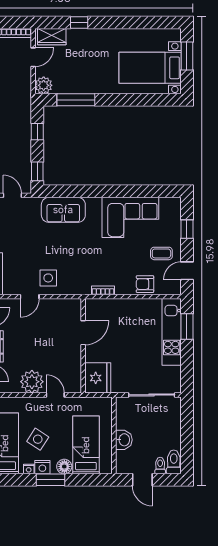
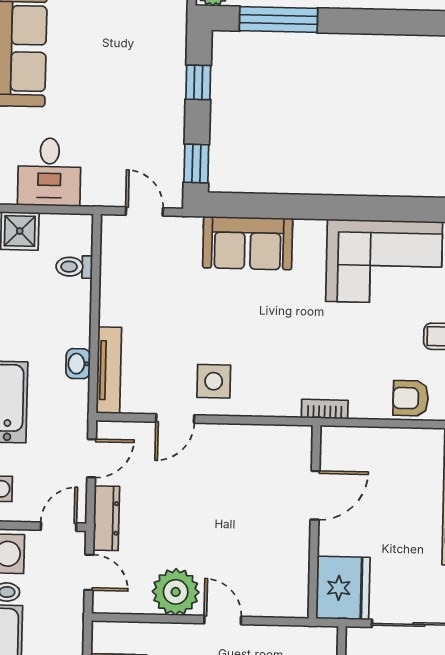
door: (83, 333) -> (315, 495), moved
wall: (83, 346) -> (314, 522), moved
fridge: (98, 378) -> (343, 588), moved

